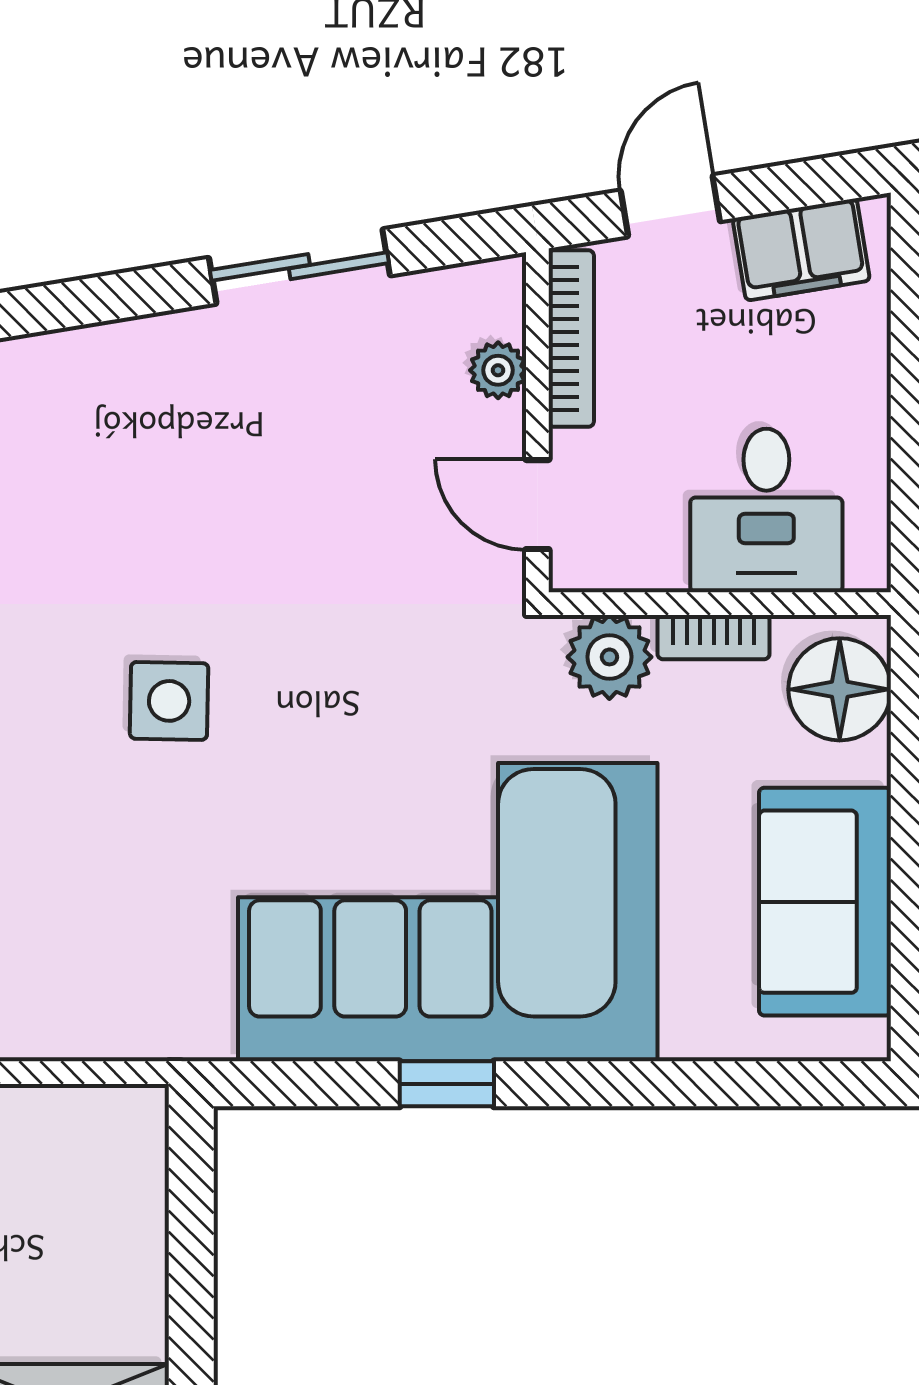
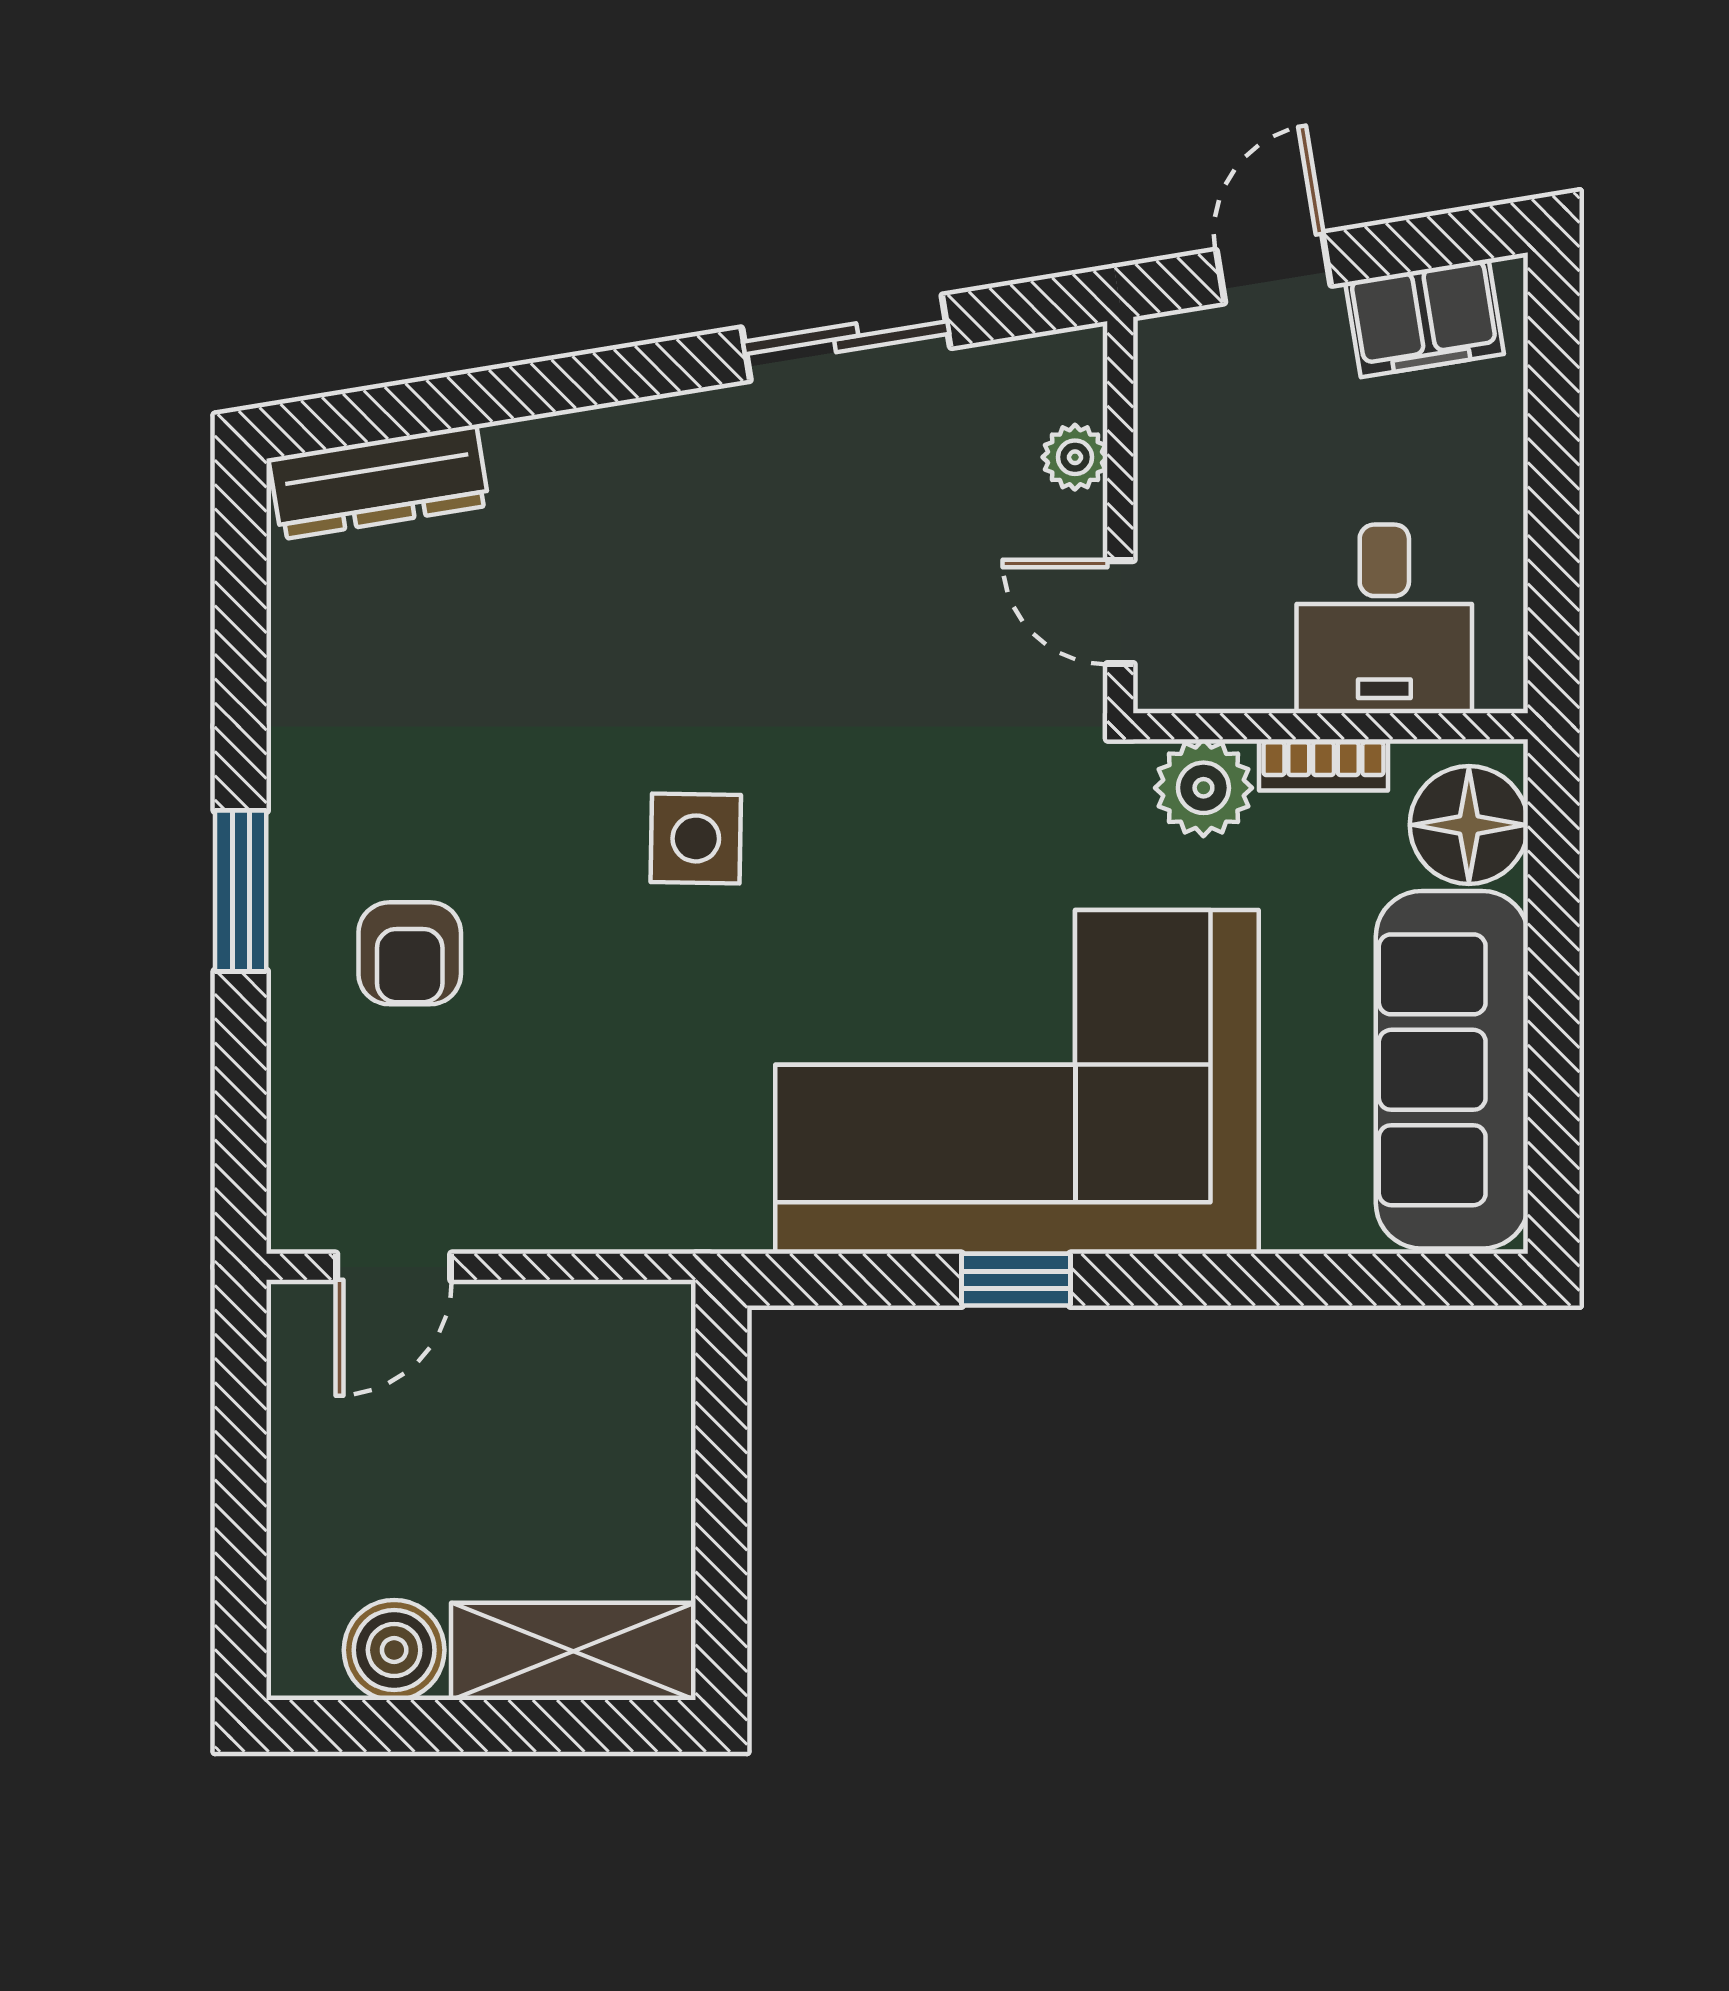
bookcase: (571, 339) -> (1159, 421), removed
sofa: (825, 902) -> (1452, 1070), width x1.36

